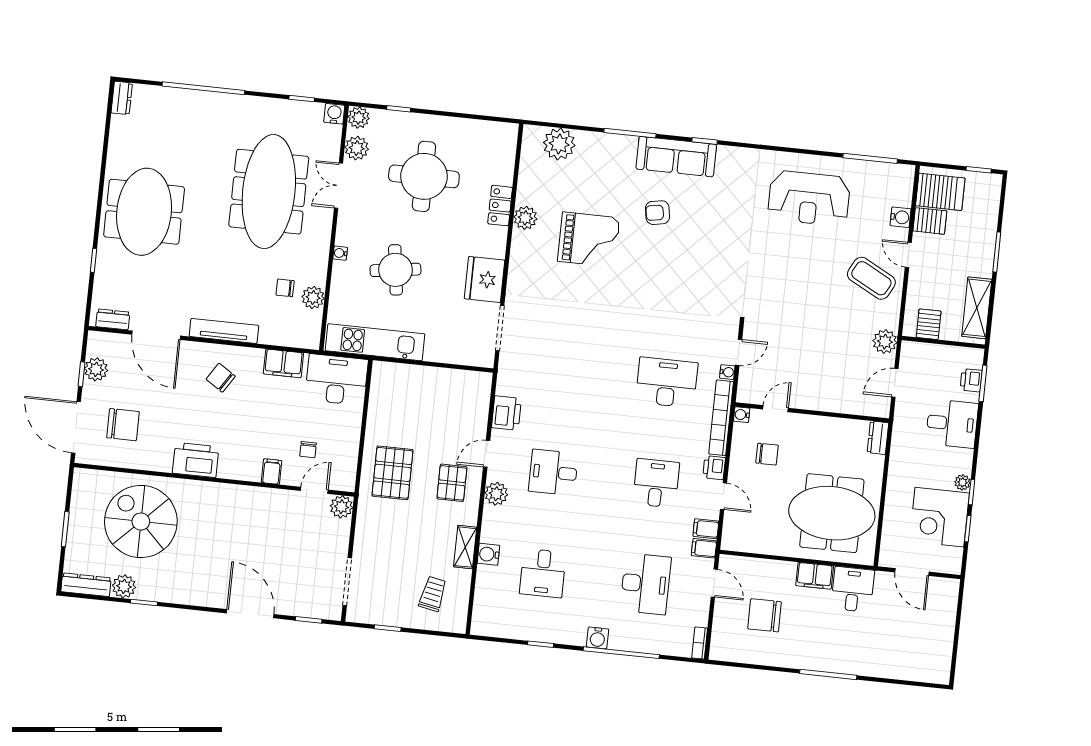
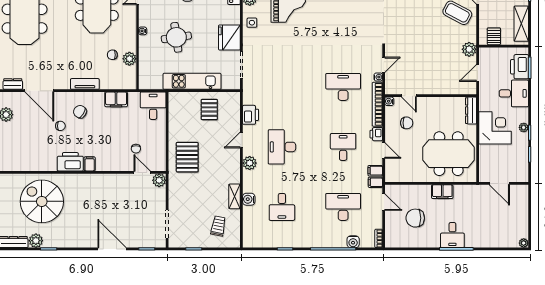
side table: (525, 259) -> (252, 23), added
tv unit: (224, 331) -> (85, 84), width x0.71
kitchen unit: (375, 342) -> (192, 81), moved
desk: (336, 380) -> (153, 106), width x0.73
printer: (971, 380) -> (520, 67), width x1.87, depth x1.48
door: (776, 409) -> (409, 96), swing flipped
chair: (123, 425) -> (60, 126), moved, width x0.54, depth x0.54
dresser: (878, 438) -> (471, 111), width x1.44
filing cabinet: (272, 471) -> (90, 164), moved
desk: (553, 472) -> (282, 147), width x1.37
pallet: (452, 483) -> (209, 109), moved
door: (314, 490) -> (142, 172), hinge flipped
corner desk: (939, 517) -> (495, 128), moved, turned 180
desk: (646, 584) -> (343, 207), turned -90
desk: (853, 589) -> (452, 235), moved, turned 180
water cooler: (598, 638) -> (353, 242), moved
plant: (942, 676) -> (524, 243), added

